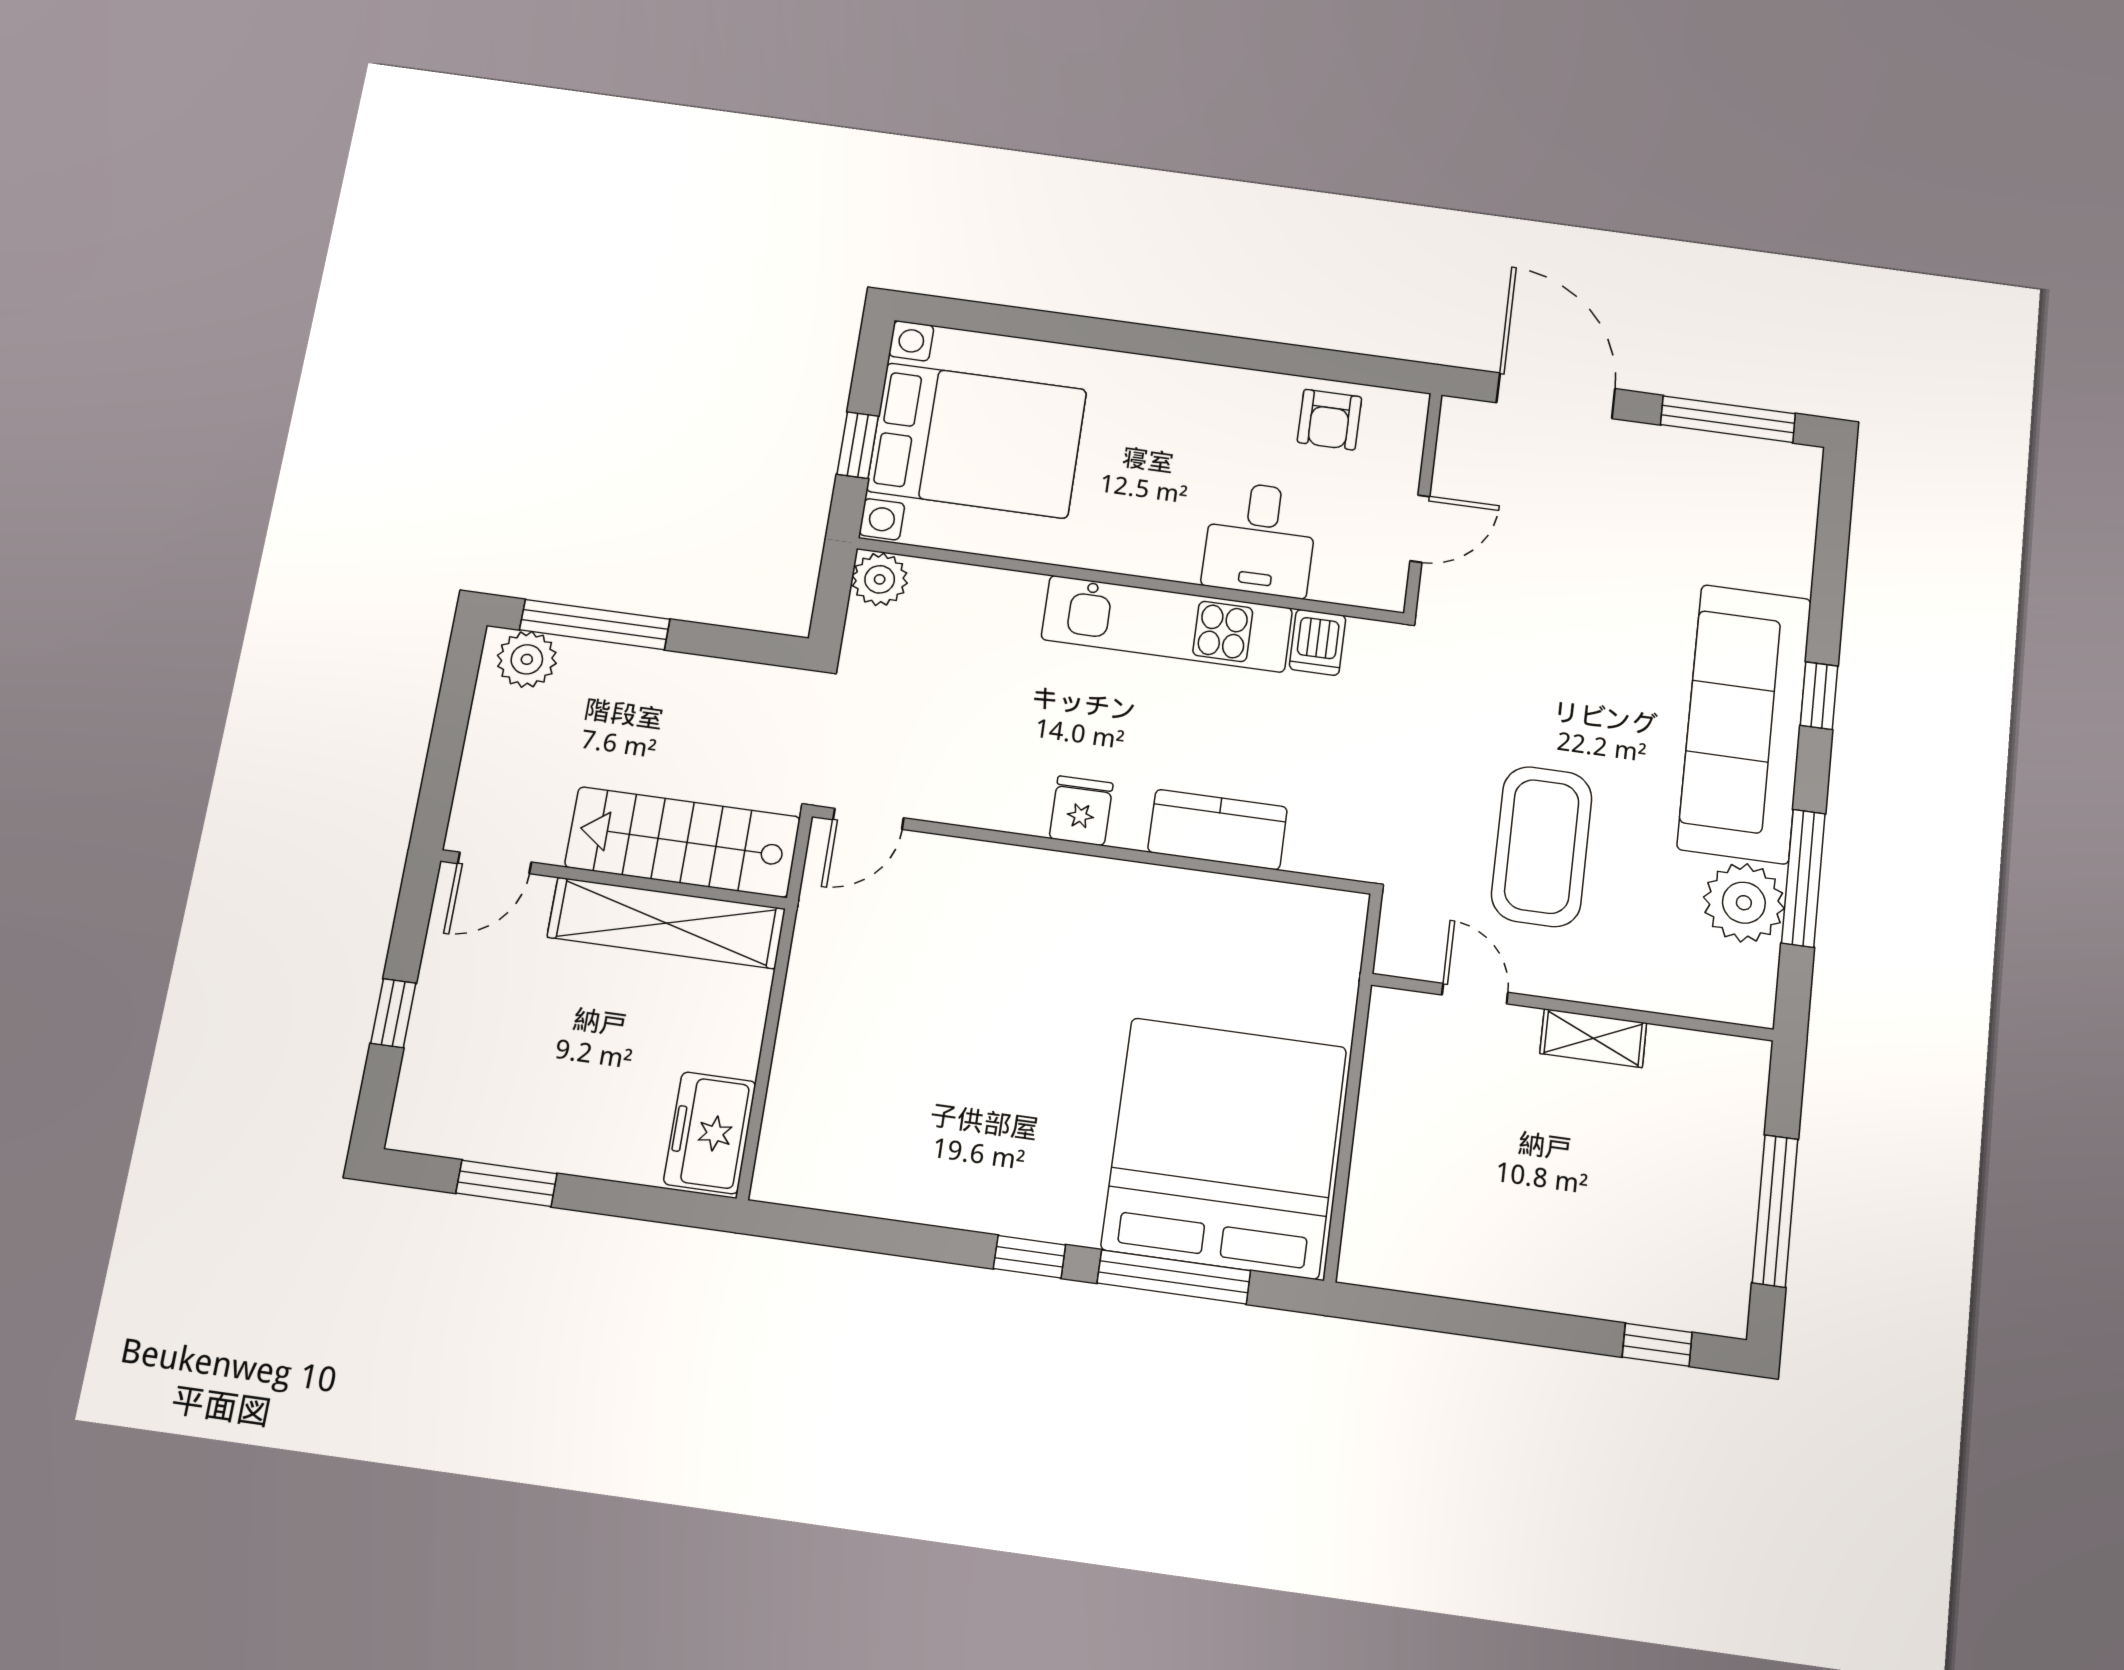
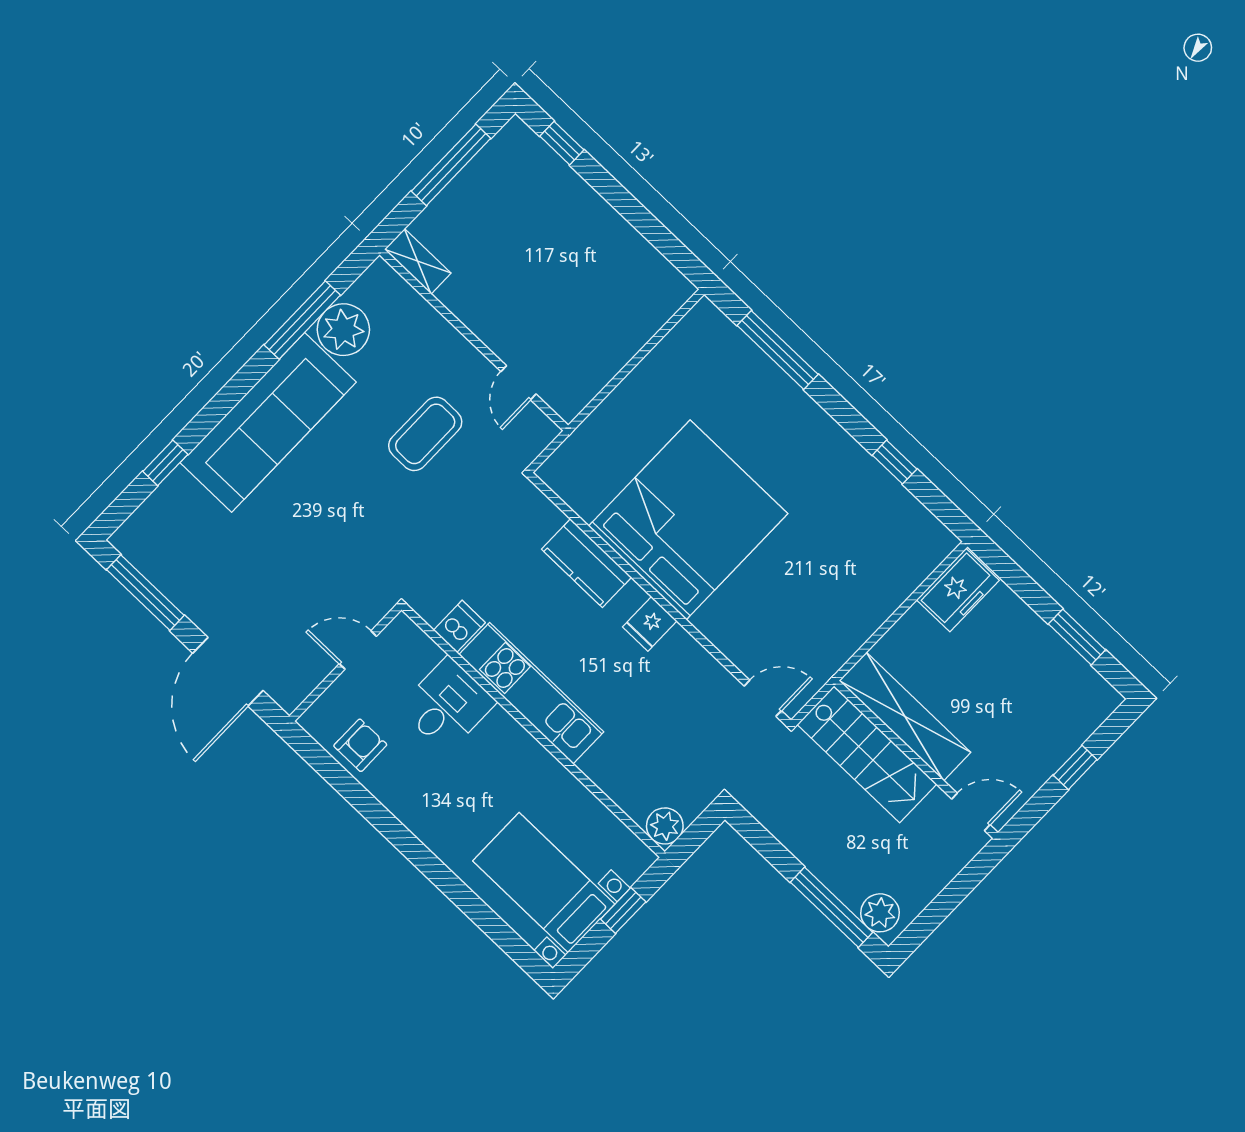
bed with nightstands: (977, 440) -> (544, 883), width x0.73
window: (1819, 696) -> (165, 463), moved
coffee table: (1542, 846) -> (425, 434), width x0.73, depth x0.76
shelving: (1593, 1038) -> (418, 261), moved
bed: (1224, 1148) -> (688, 520), moved, turned 180
window: (1029, 1257) -> (895, 462), moved

